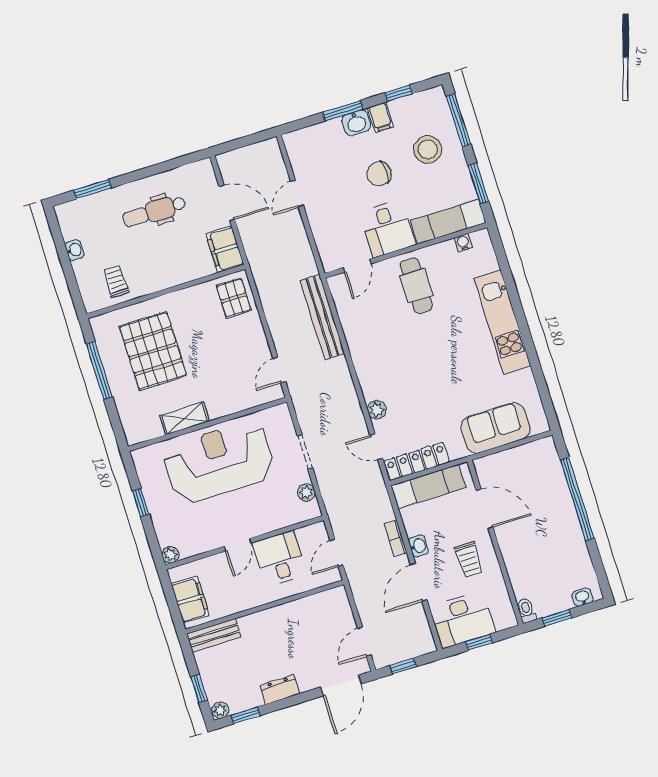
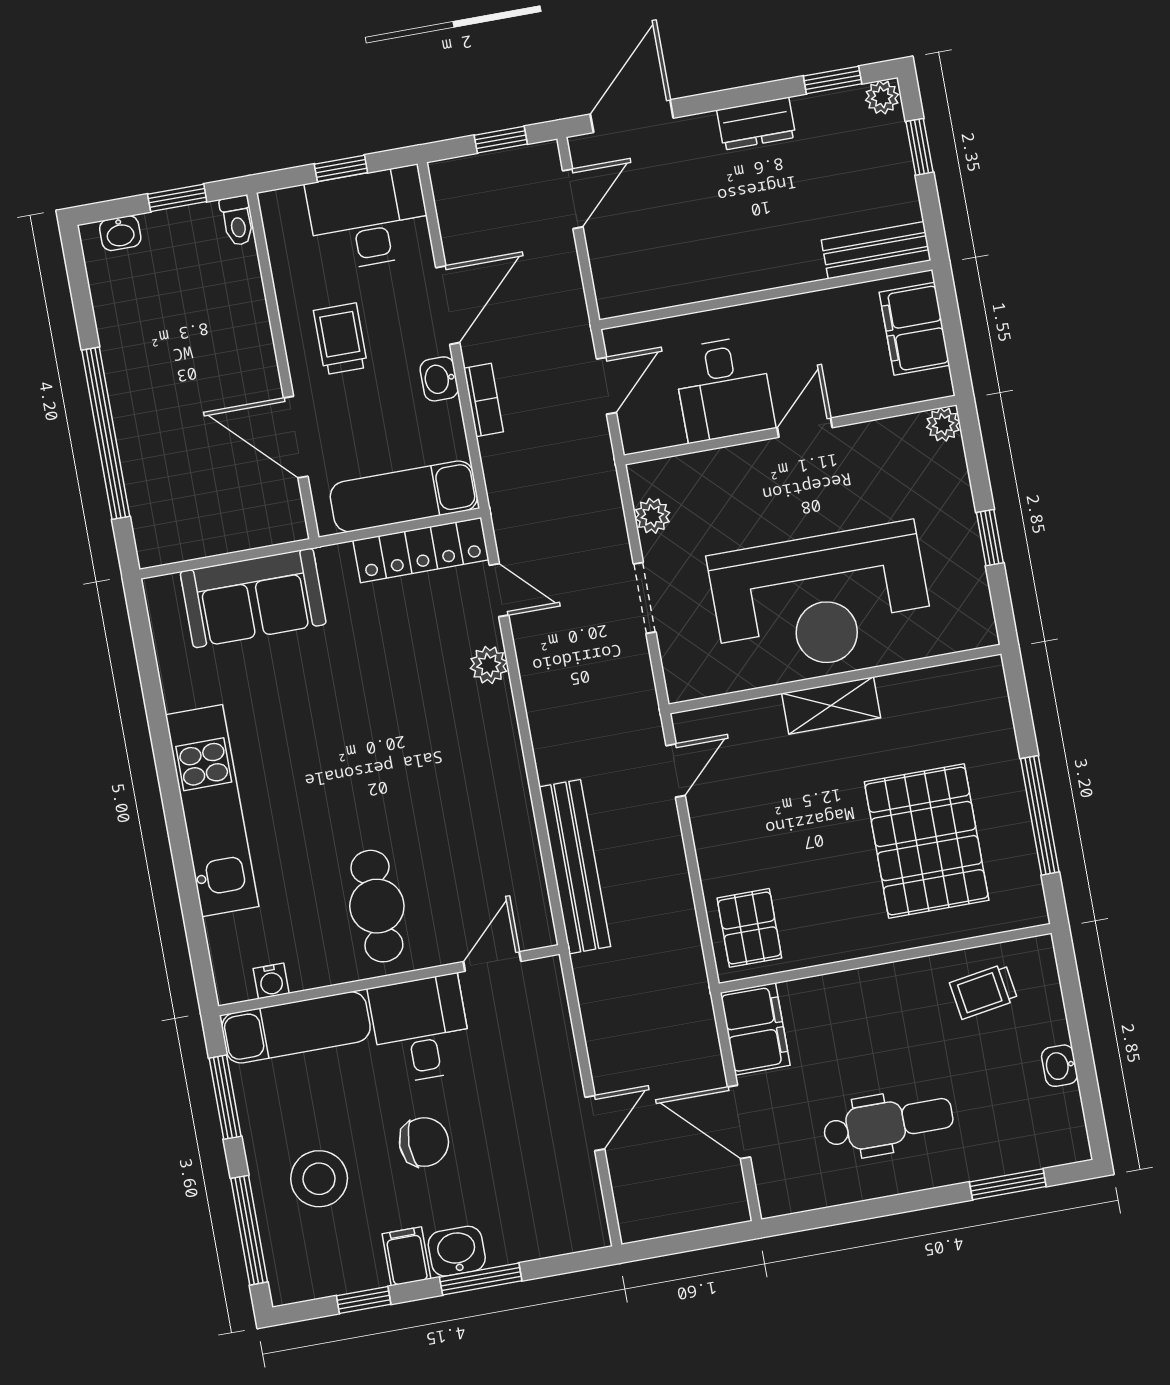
trolley: (116, 281) -> (984, 991), turned 81
shelving: (185, 418) -> (831, 705), moved

